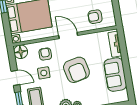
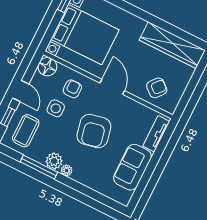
armchair: (95, 17) -> (157, 88), turned 130

